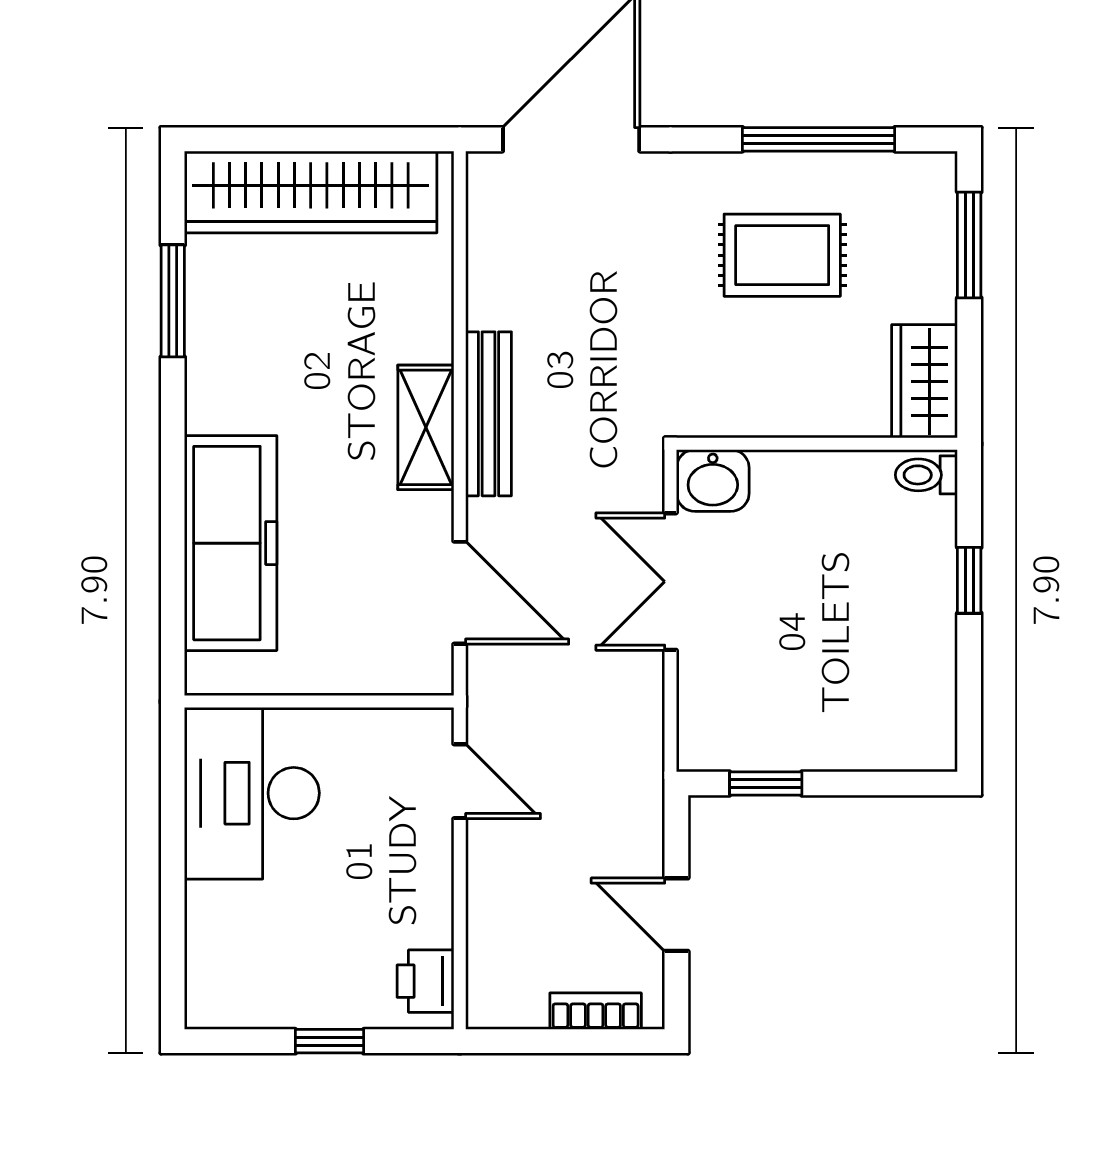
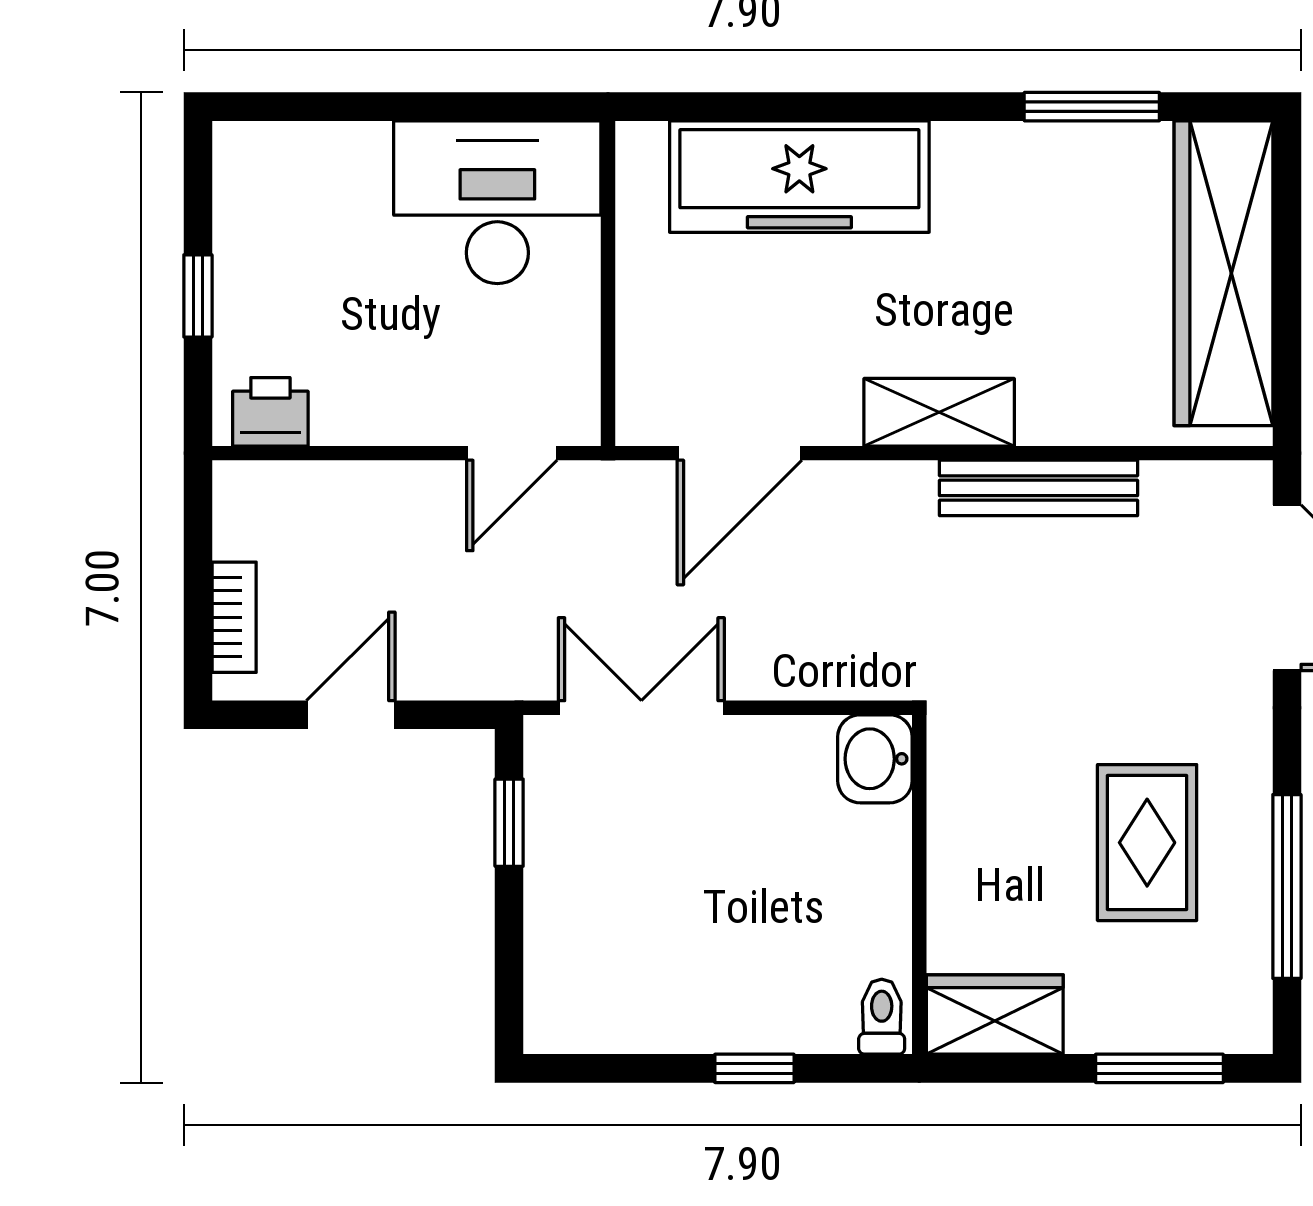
bench: (489, 414) -> (1038, 488), moved
double door: (671, 582) -> (641, 708), moved

